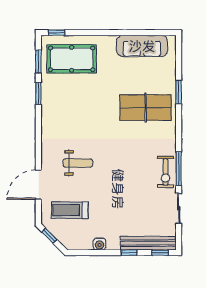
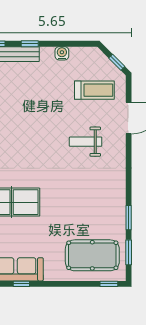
window: (137, 33) -> (21, 284), added

